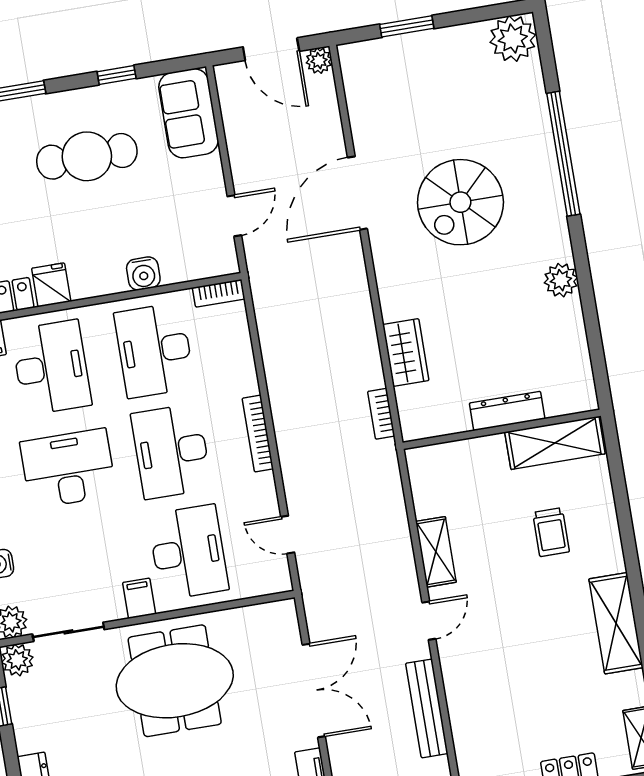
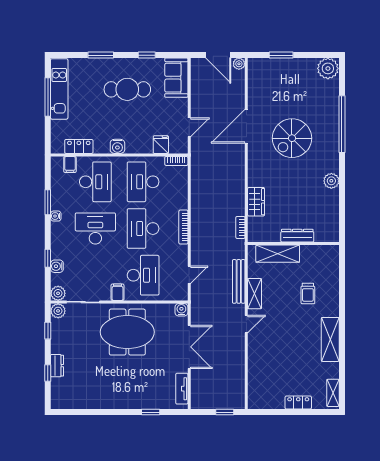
water cooler: (143, 273) -> (117, 146), moved
fridge: (51, 285) -> (161, 145), moved
shelving: (555, 443) -> (278, 254), moved
door: (288, 535) -> (189, 275), swing flipped
water cooler: (284, 613) -> (181, 310), added
bench: (427, 708) -> (239, 281), moved

